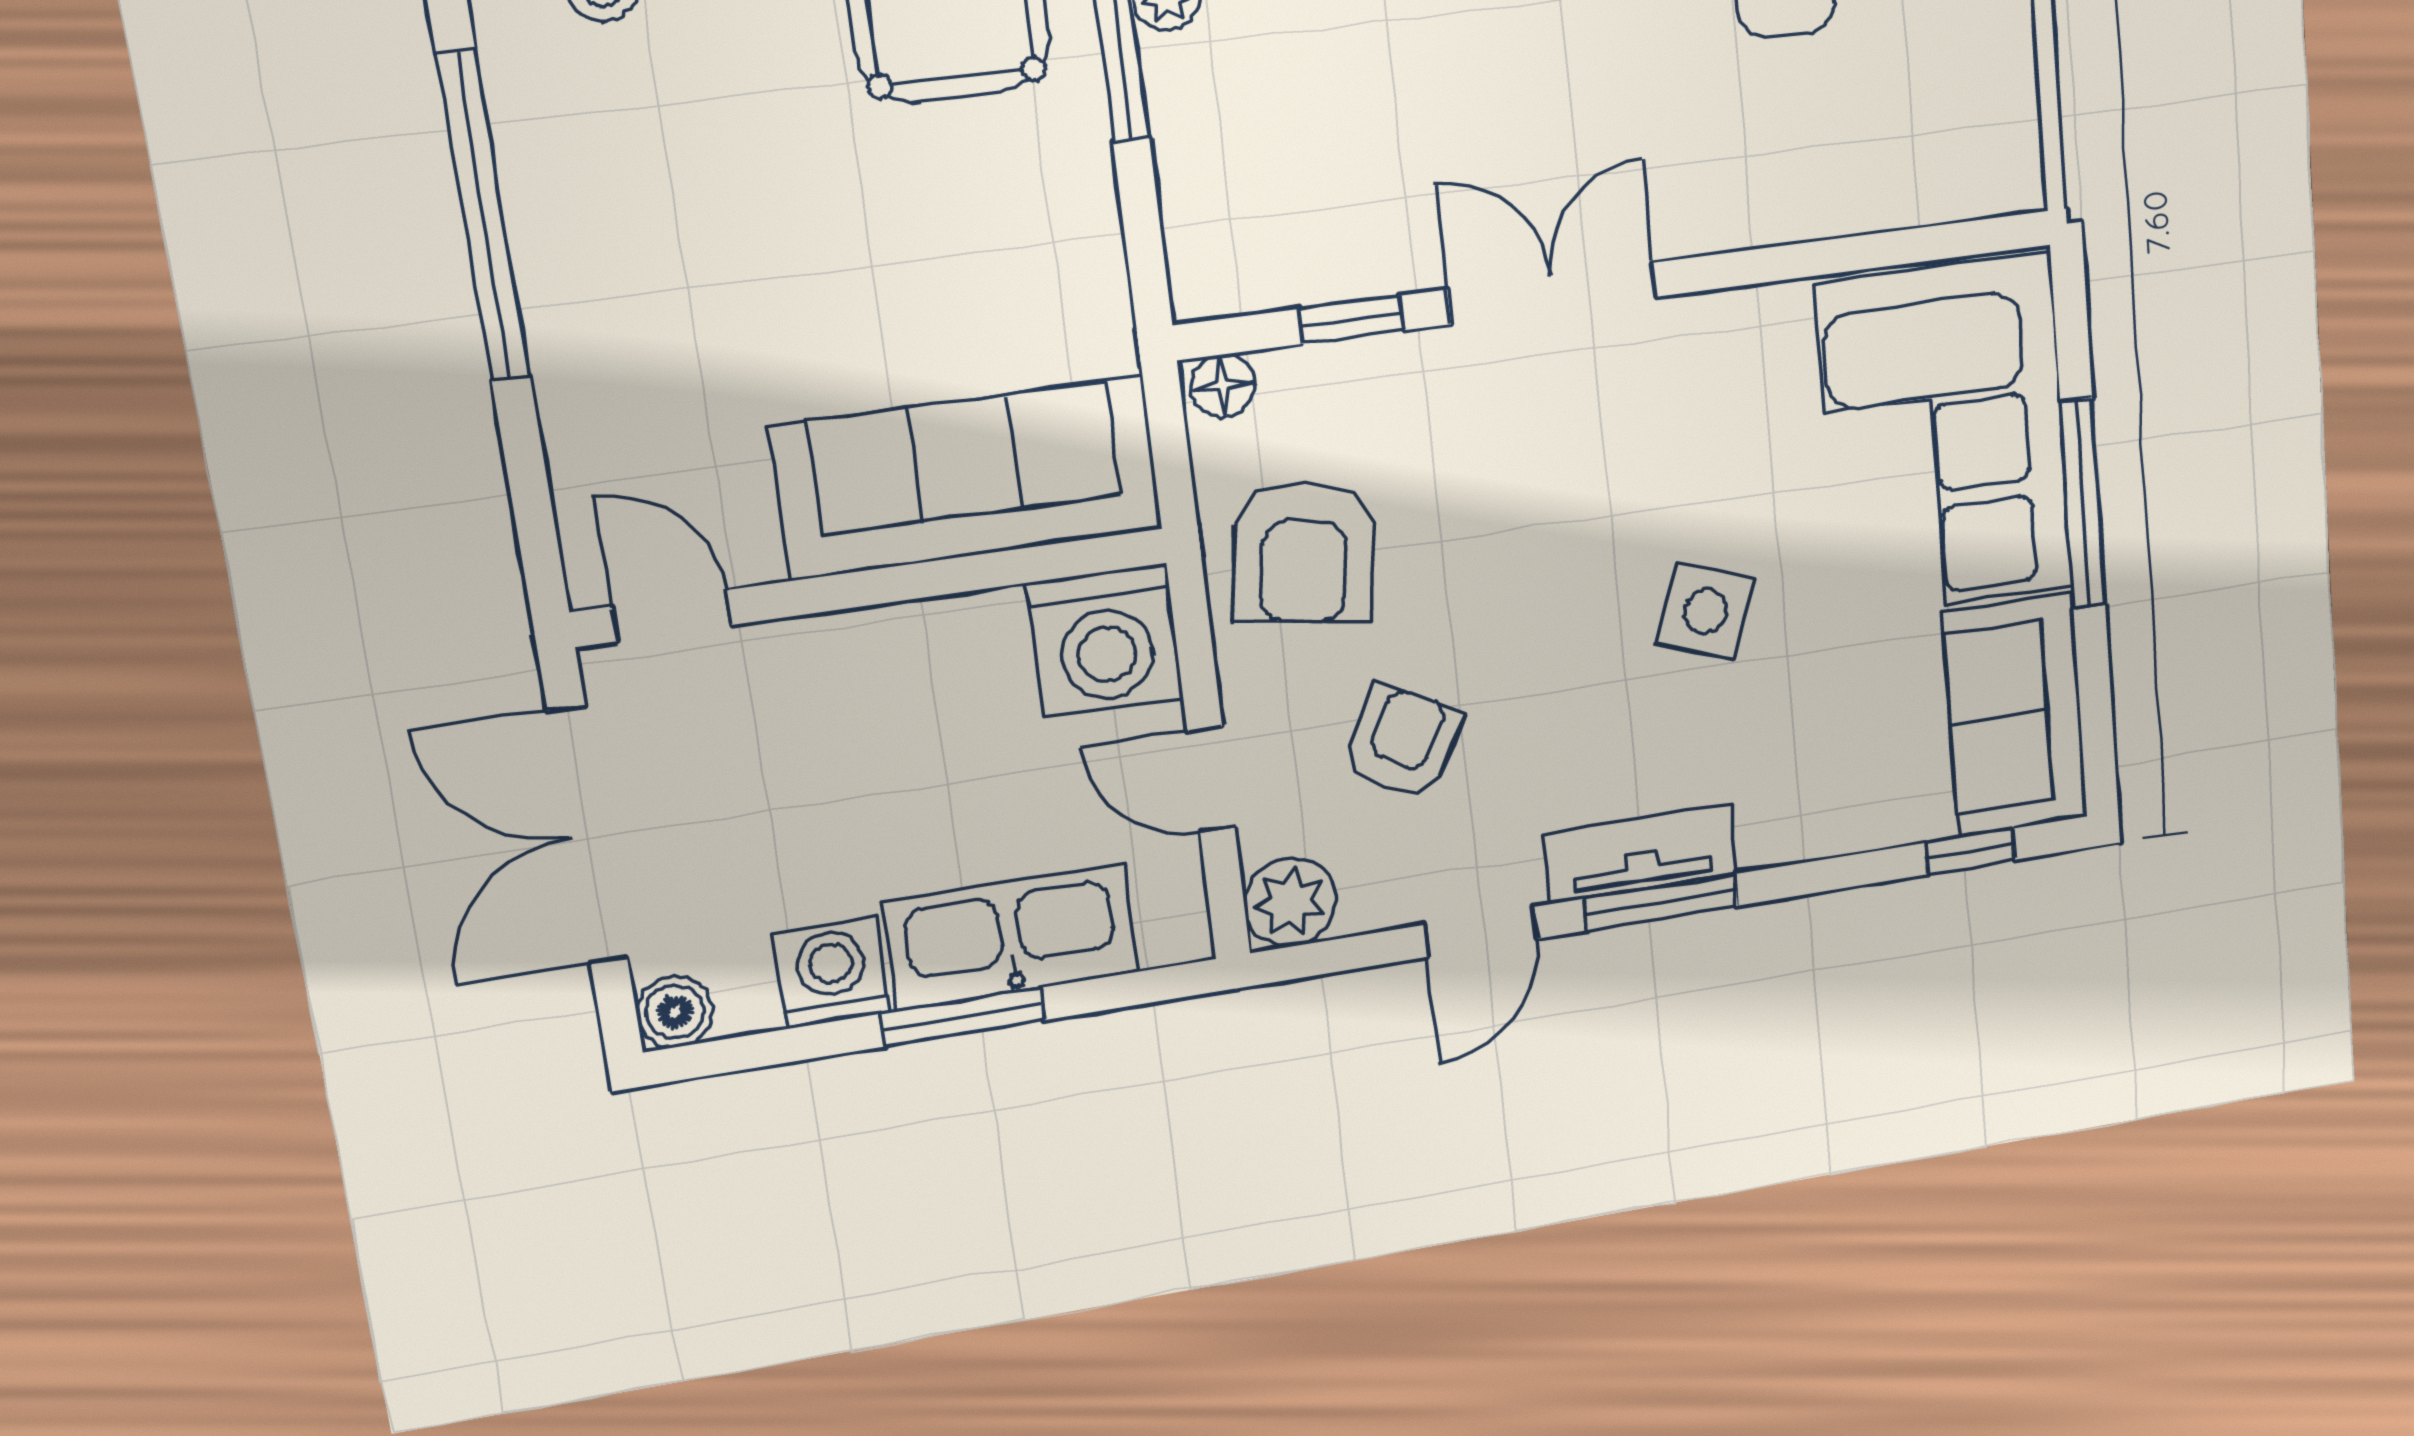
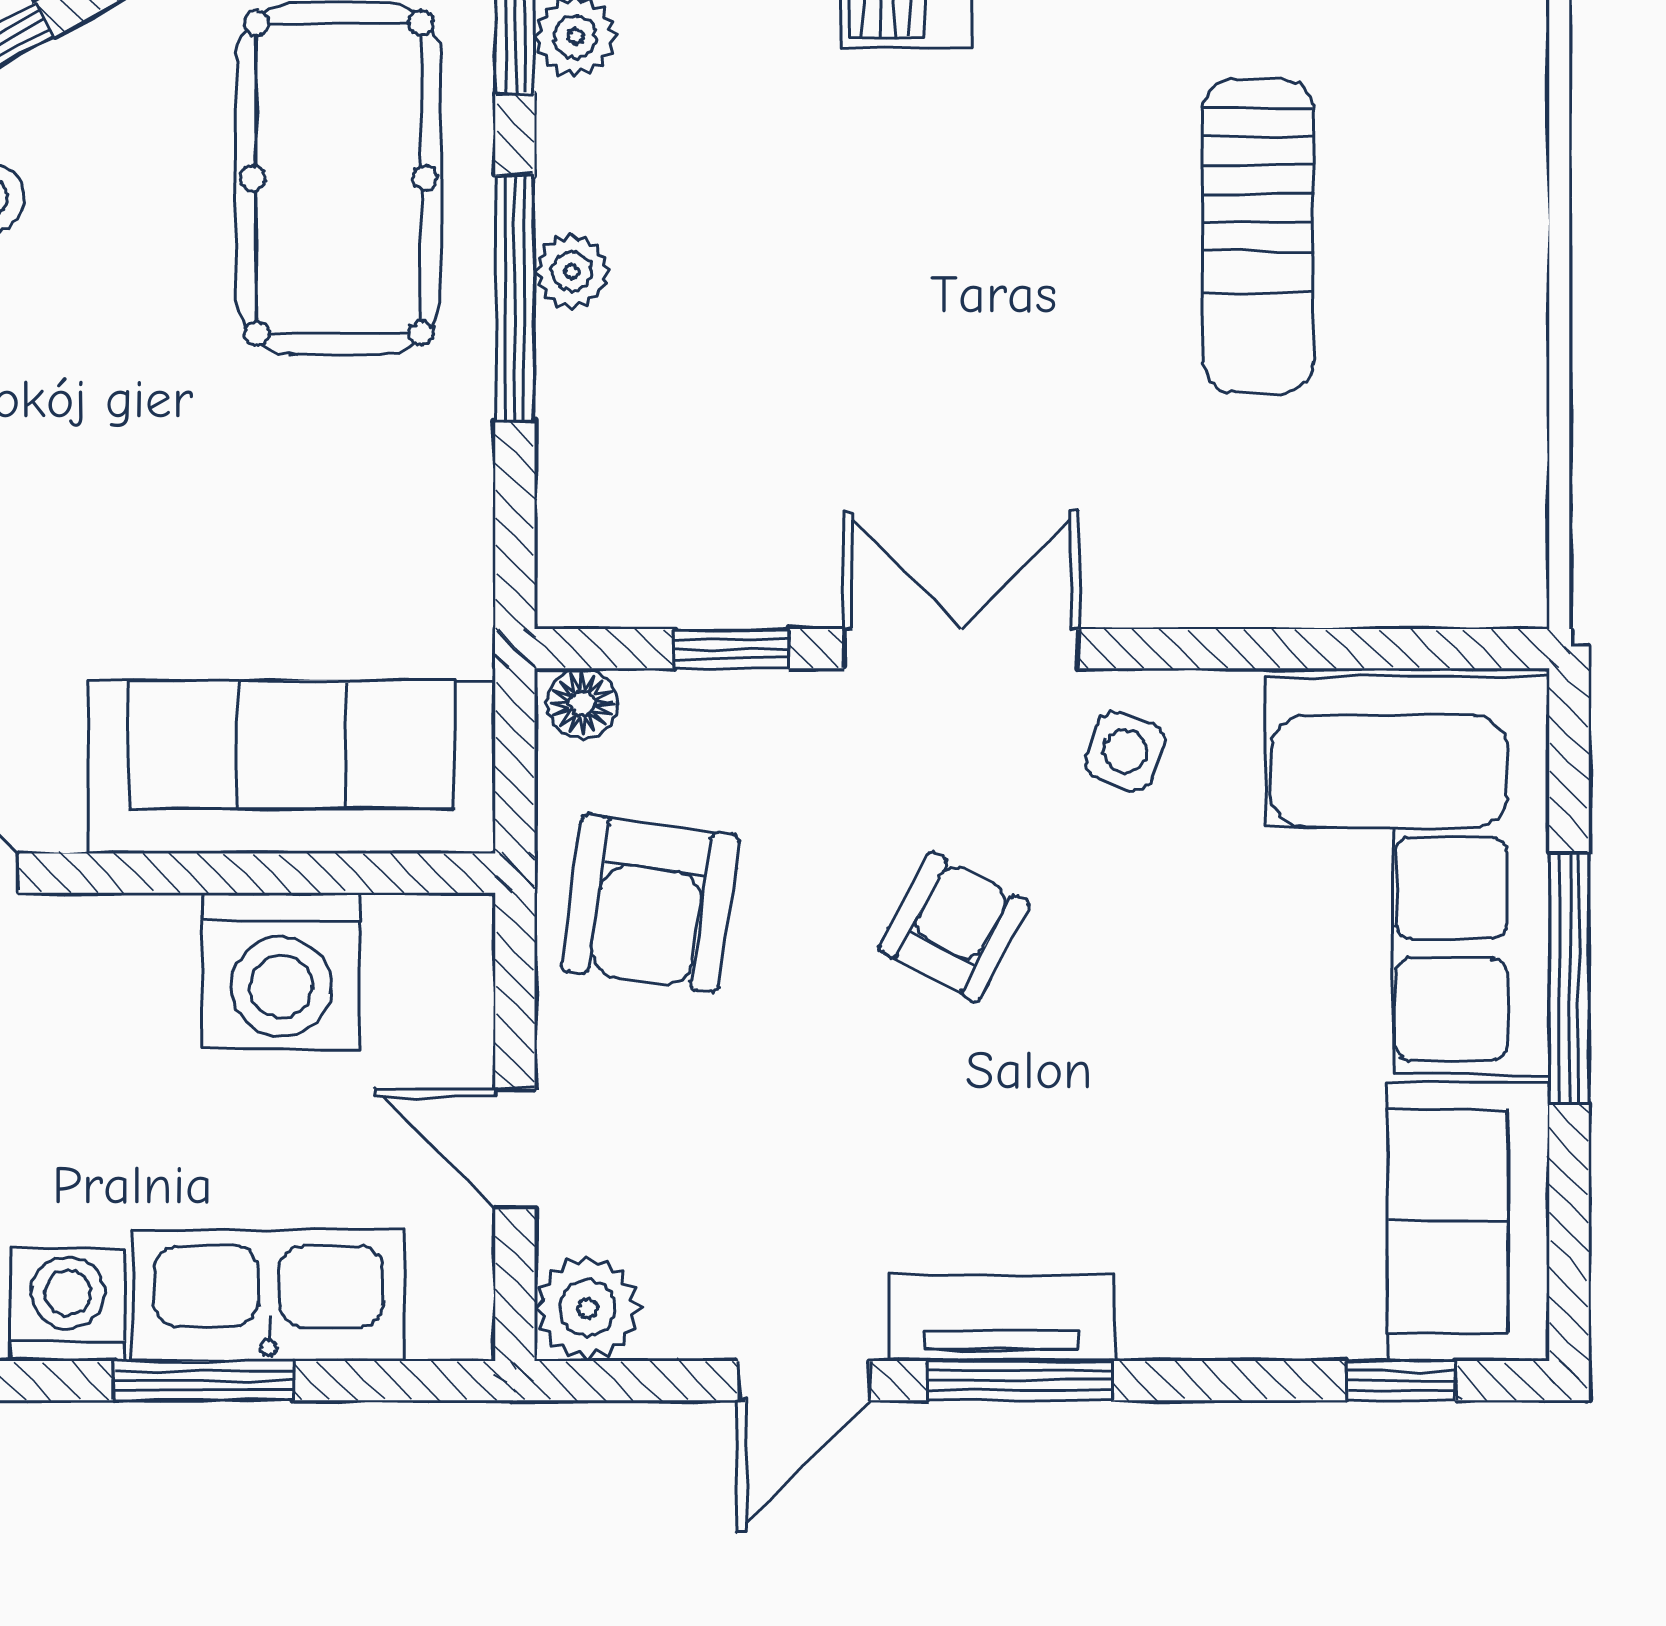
side table: (1705, 611) -> (1125, 751), moved, width x0.73, depth x0.73
washing machine: (1105, 641) -> (281, 971), moved
armchair: (1402, 743) -> (954, 926), moved

